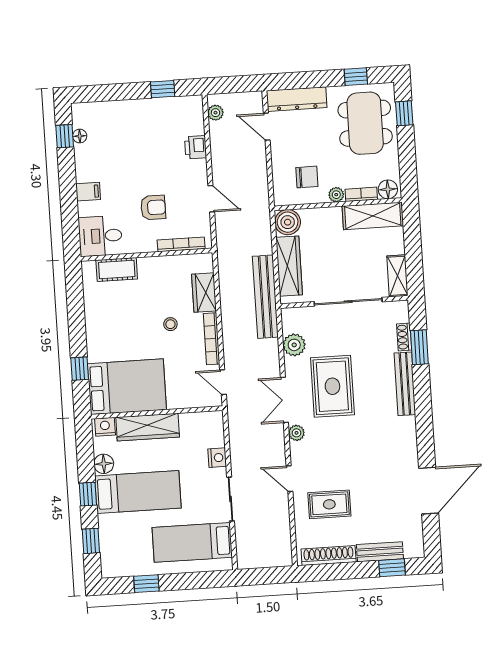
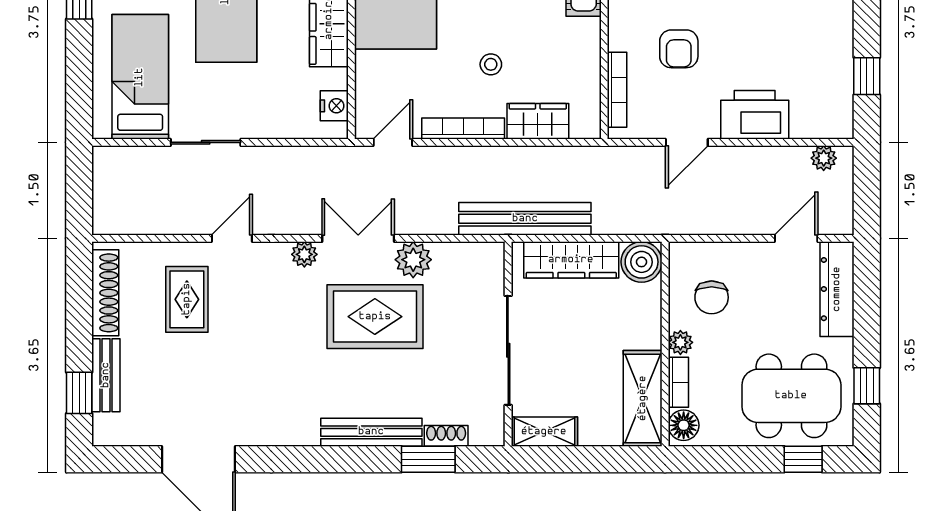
printer: (196, 147) -> (755, 115), width x1.87, depth x1.48
plant: (294, 345) -> (413, 260), moved
nightstand: (217, 458) -> (334, 106), moved, turned -90

